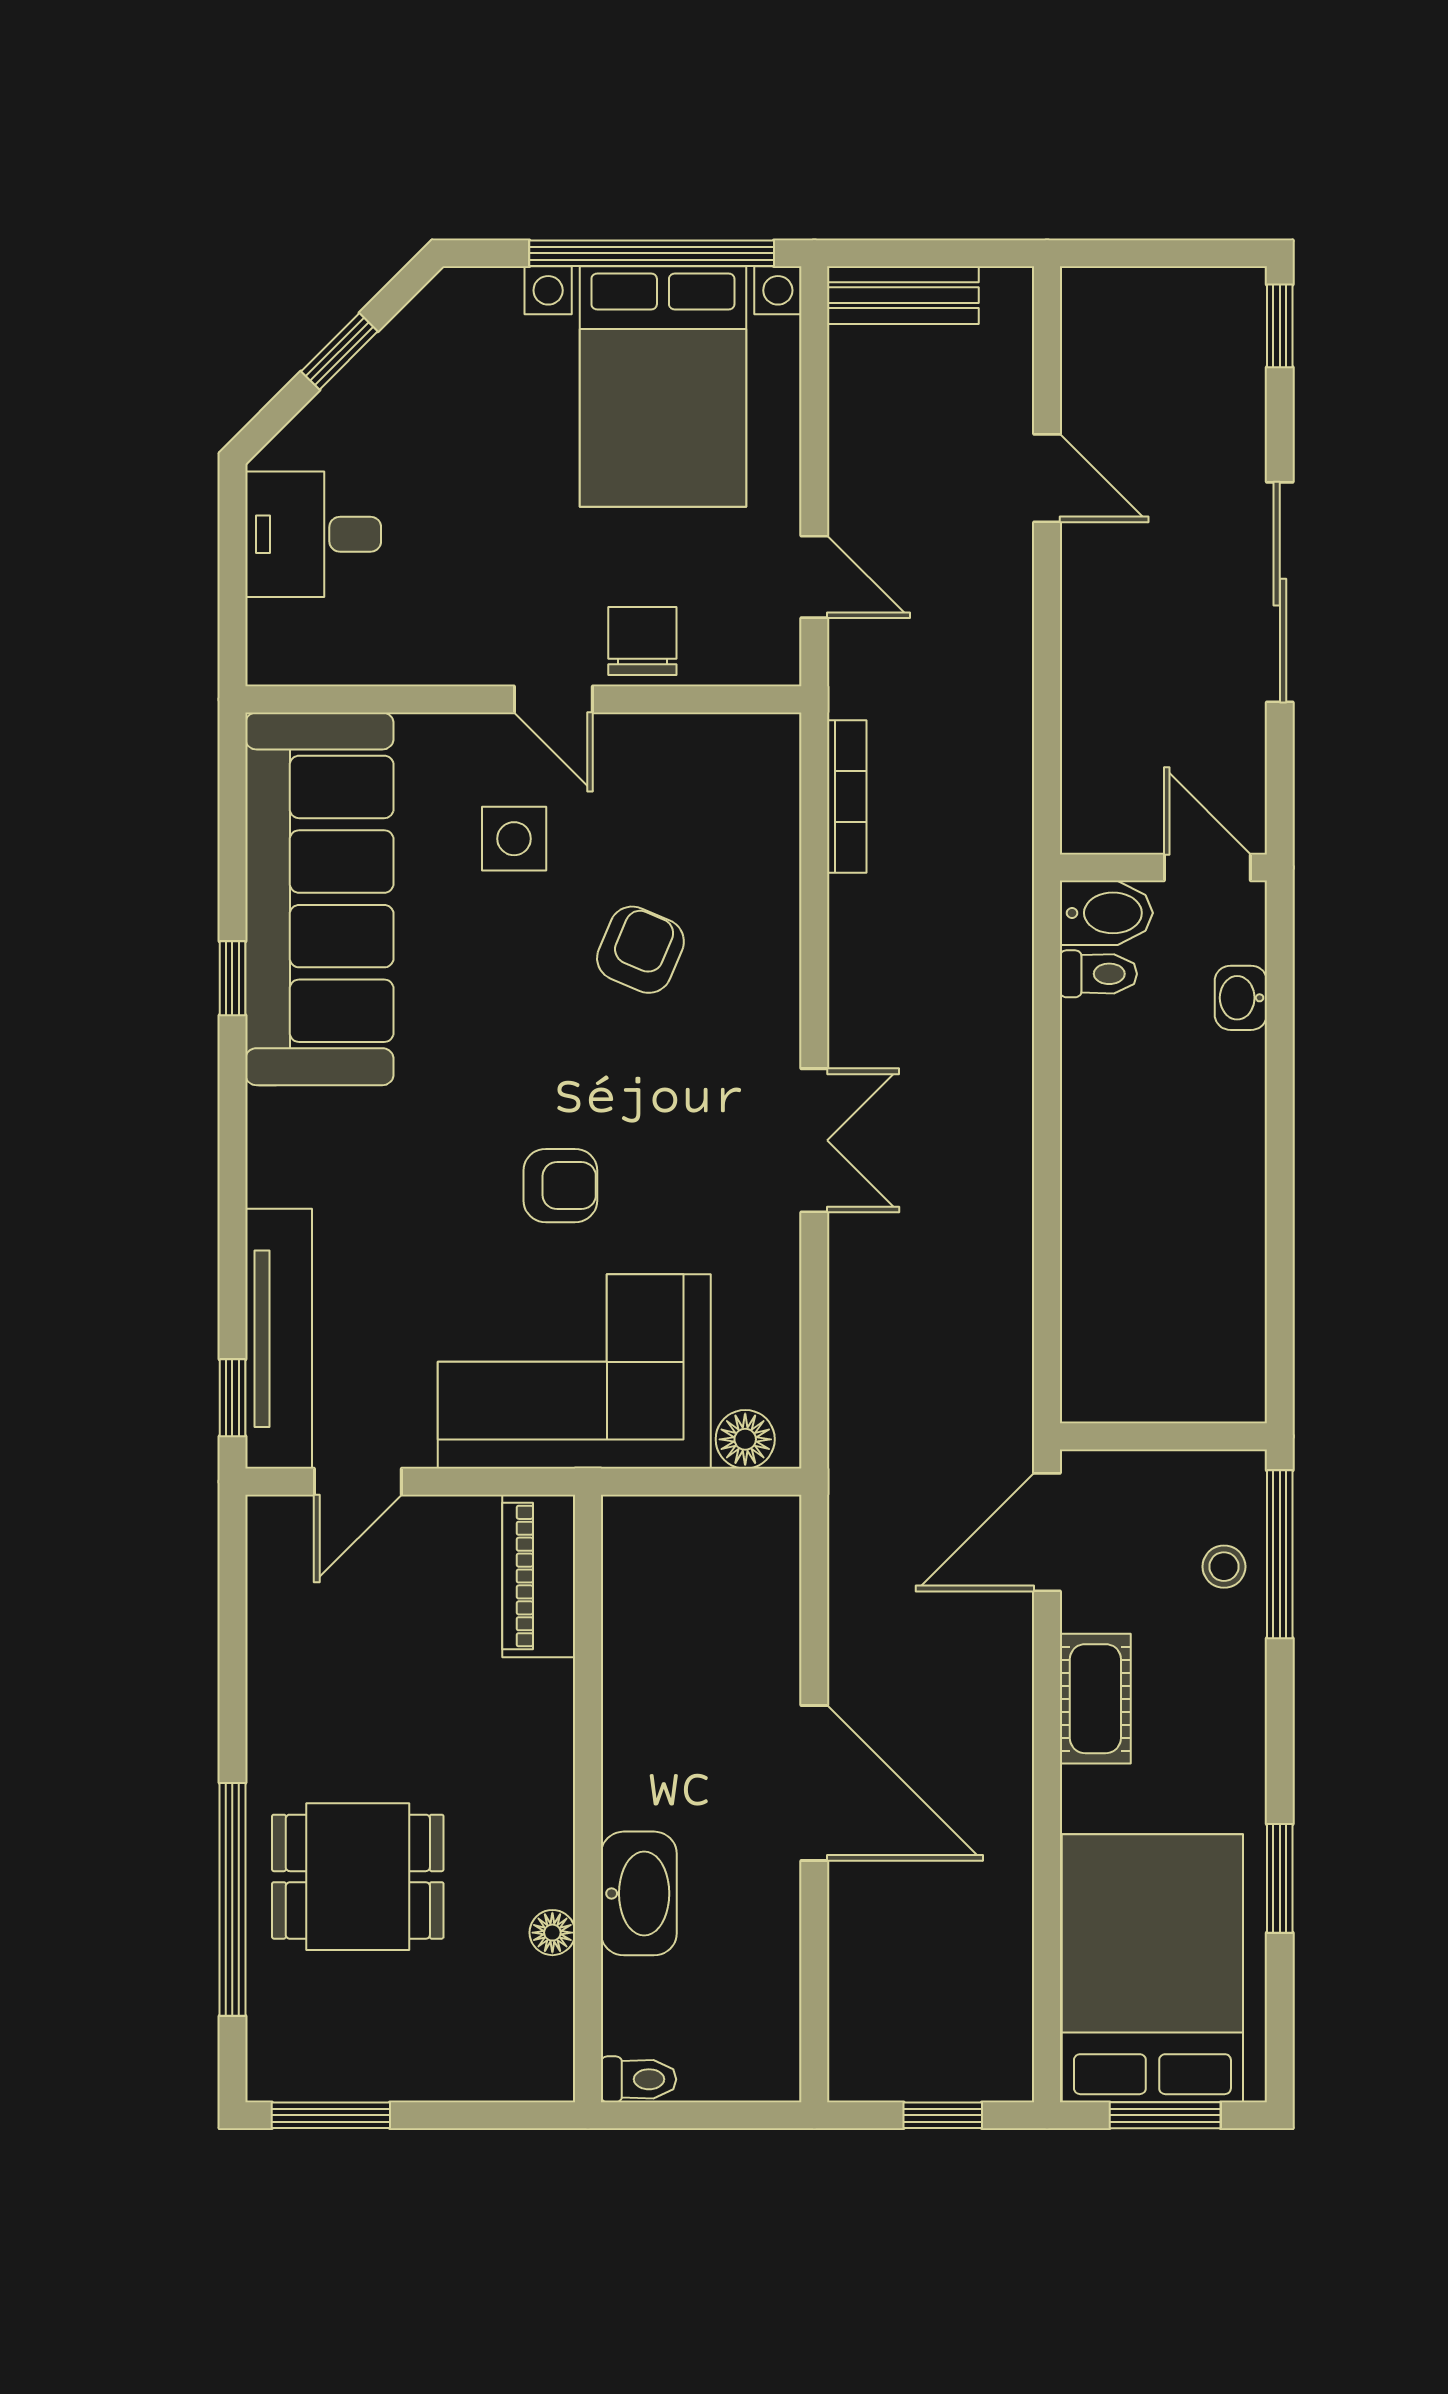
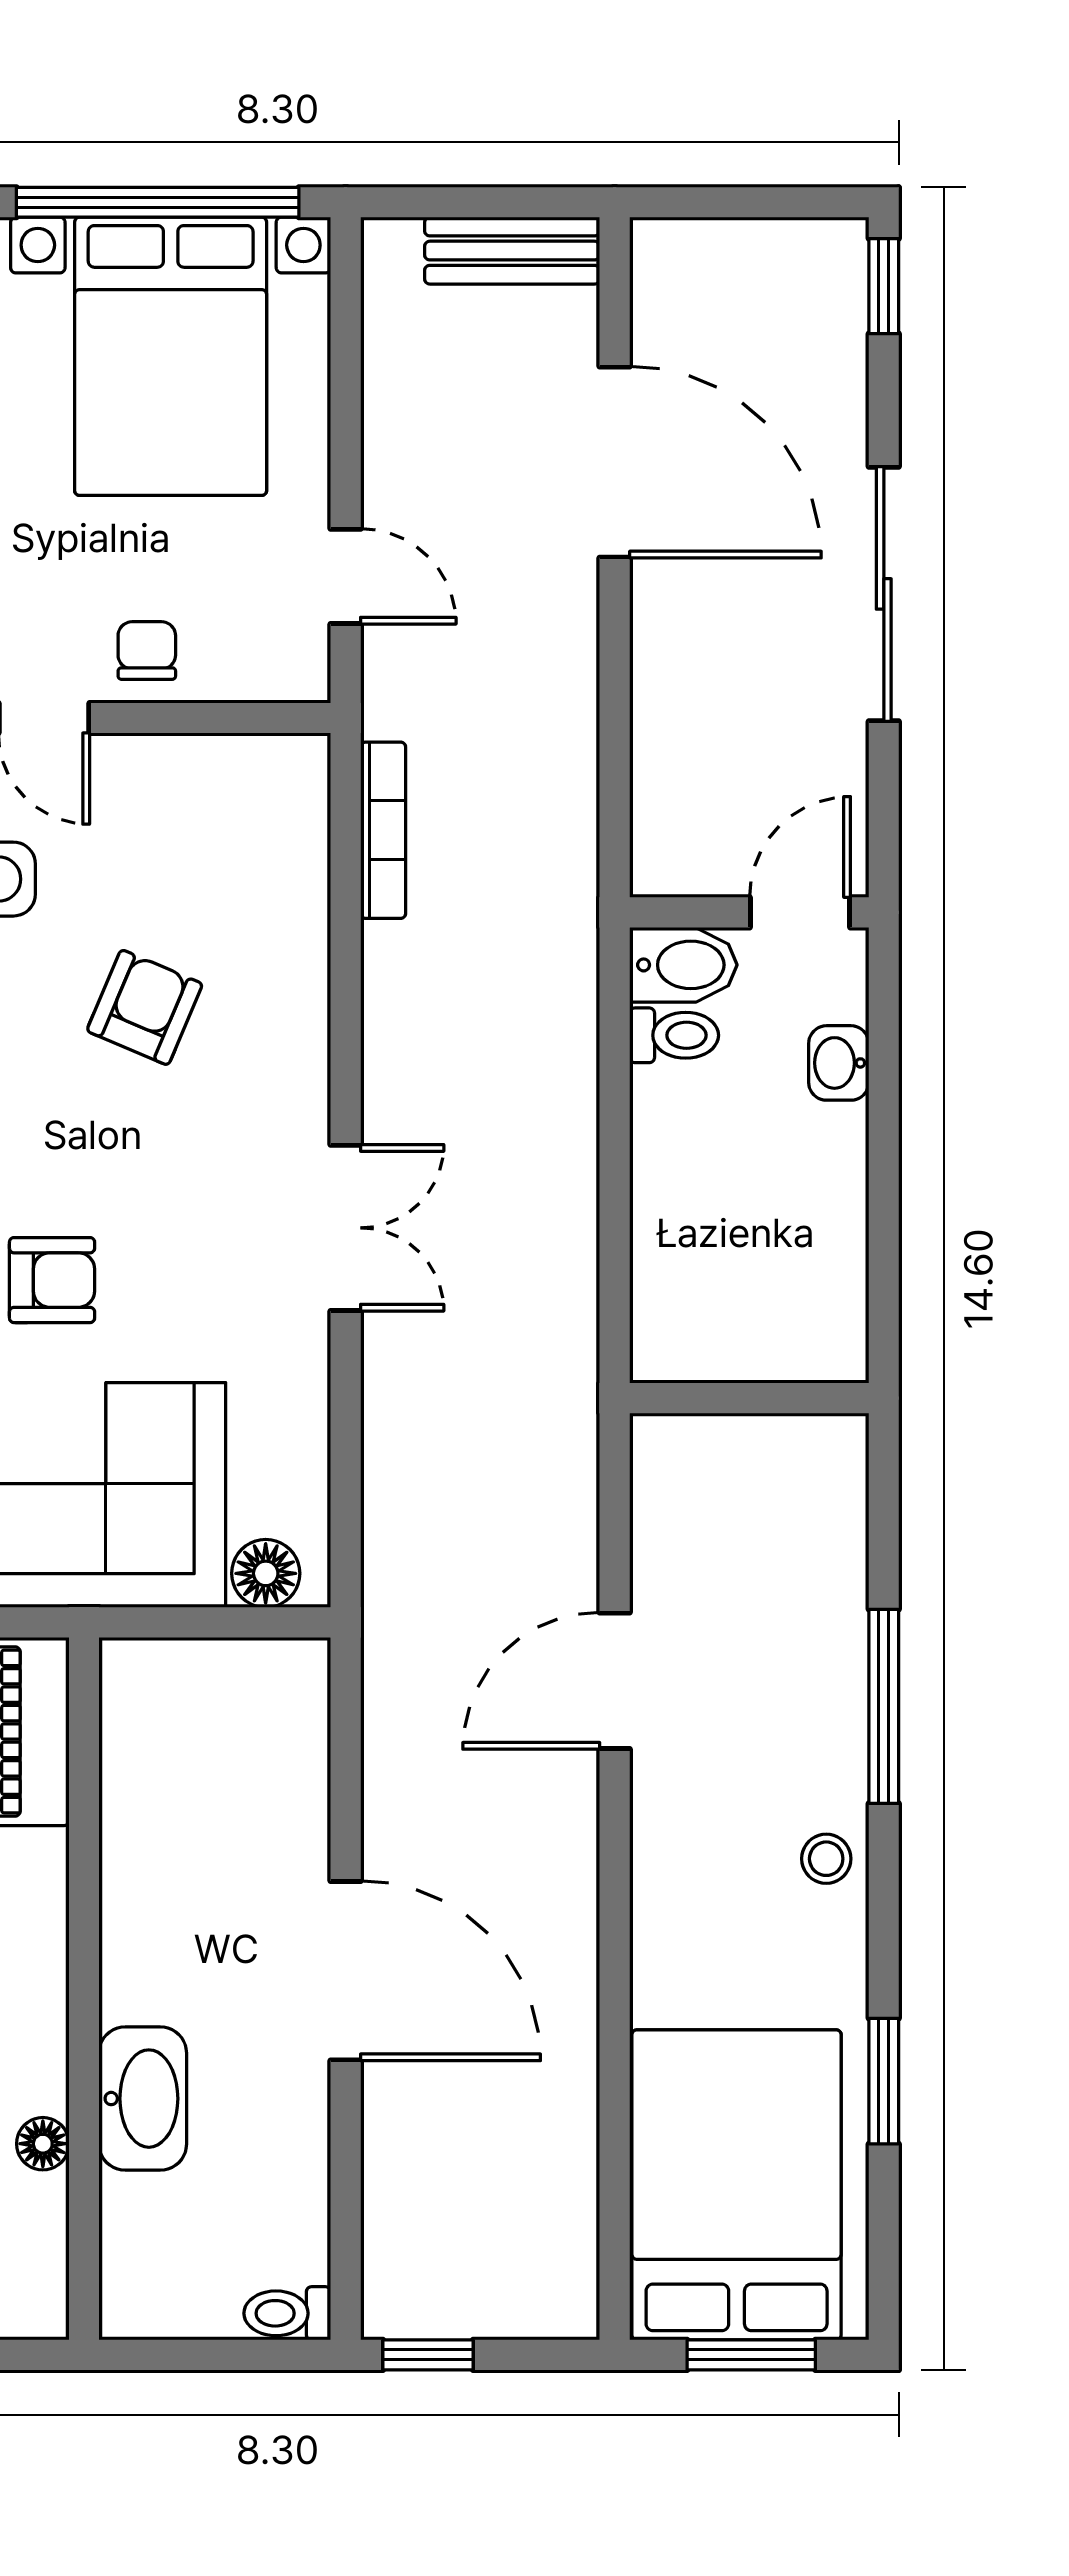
bench: (903, 295) -> (512, 251), moved
door: (1047, 478) -> (615, 462), width x1.88
chair: (642, 641) -> (147, 651), width x0.73, depth x0.73
door: (1207, 867) -> (800, 912), hinge flipped
wall: (1163, 1436) -> (749, 1398), moved
stool: (1224, 1567) -> (826, 1859), moved
cot: (1095, 1699) -> (671, 1873), removed
toilet: (638, 2079) -> (287, 2313), moved, turned 180
window: (943, 2115) -> (428, 2355), moved

